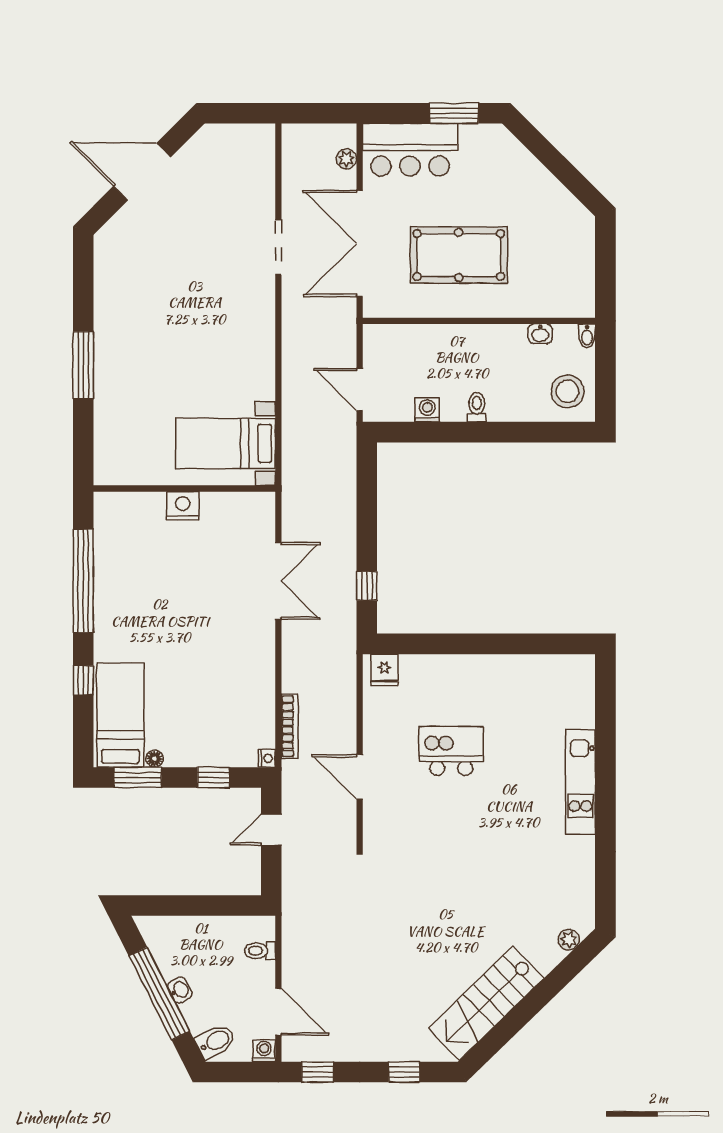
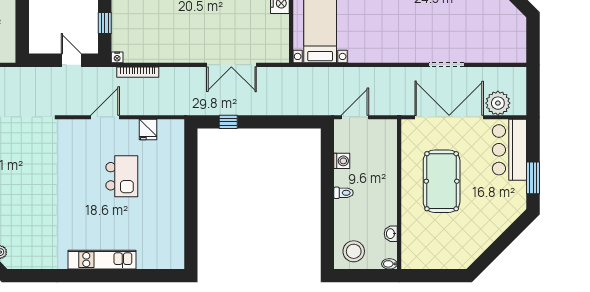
plant: (346, 159) -> (498, 103), width x1.87, depth x1.87
fridge: (384, 670) -> (148, 130), moved, turned -90

